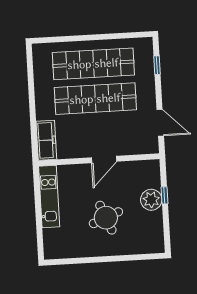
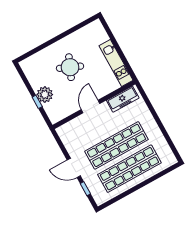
door: (160, 123) -> (74, 168), moved
freezer: (46, 140) -> (123, 99), moved, turned -90
round table: (106, 218) -> (70, 67), turned 45

